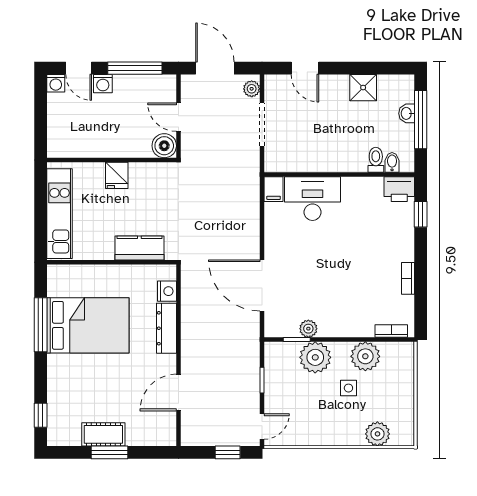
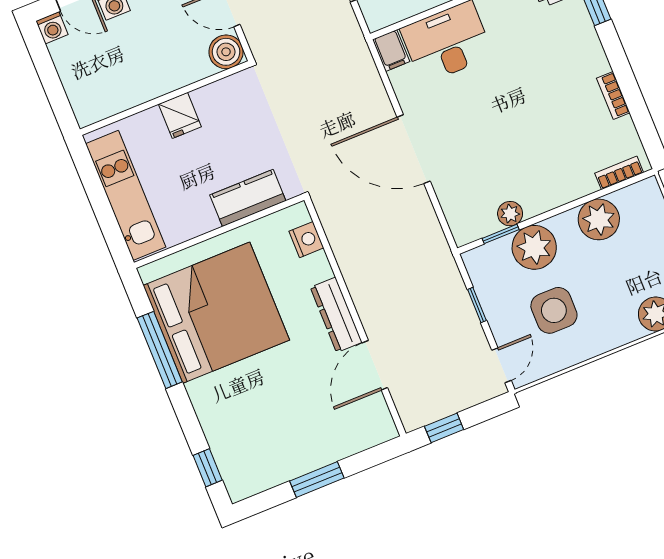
door: (262, 285) -> (414, 149), moved
bed: (88, 325) -> (216, 313), width x1.36
dresser: (166, 328) -> (336, 315), moved
side table: (348, 388) -> (554, 310), moved, width x1.87, depth x1.87
cot: (103, 434) -> (299, 459), removed
window: (228, 452) -> (444, 428), moved

